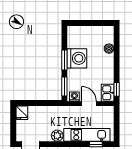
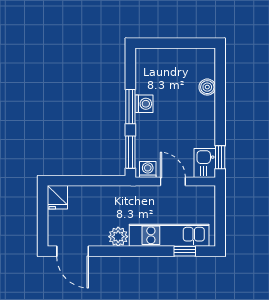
washing machine: (77, 58) -> (144, 104), width x0.53, depth x0.53

